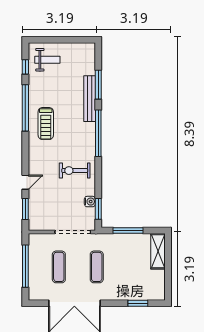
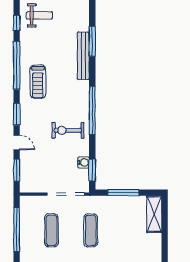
window: (98, 133) -> (92, 110), moved
window: (25, 155) -> (17, 114), added
door: (25, 182) -> (17, 143), hinge flipped

